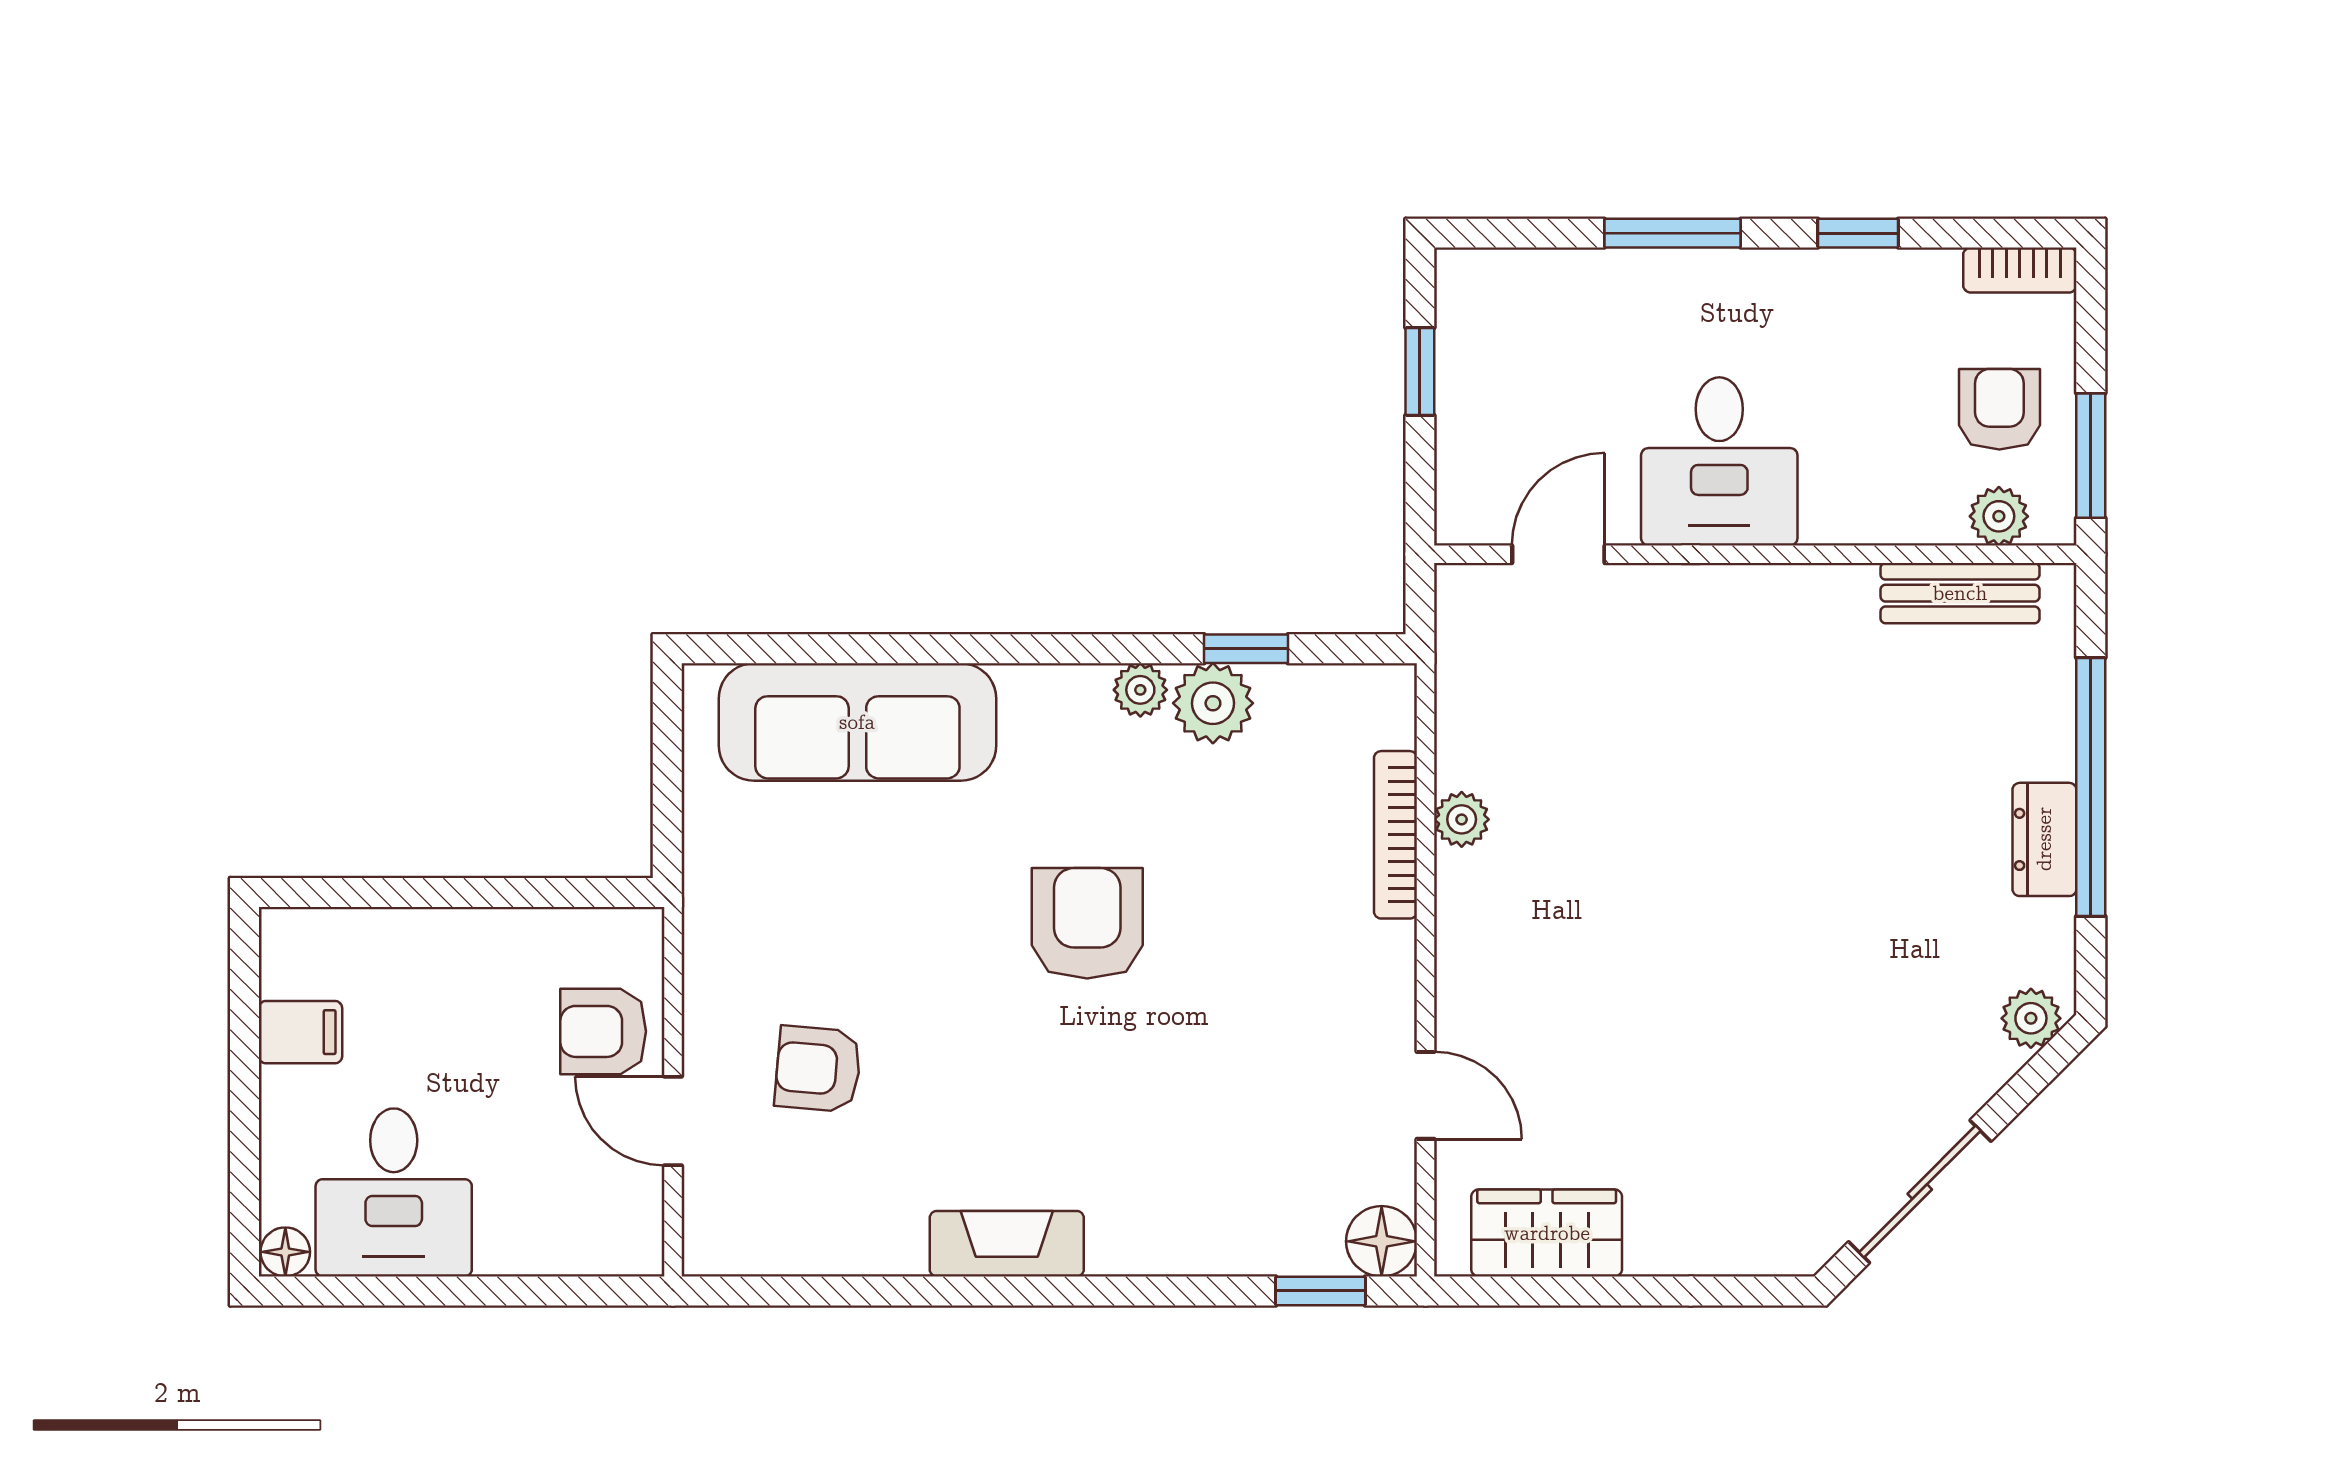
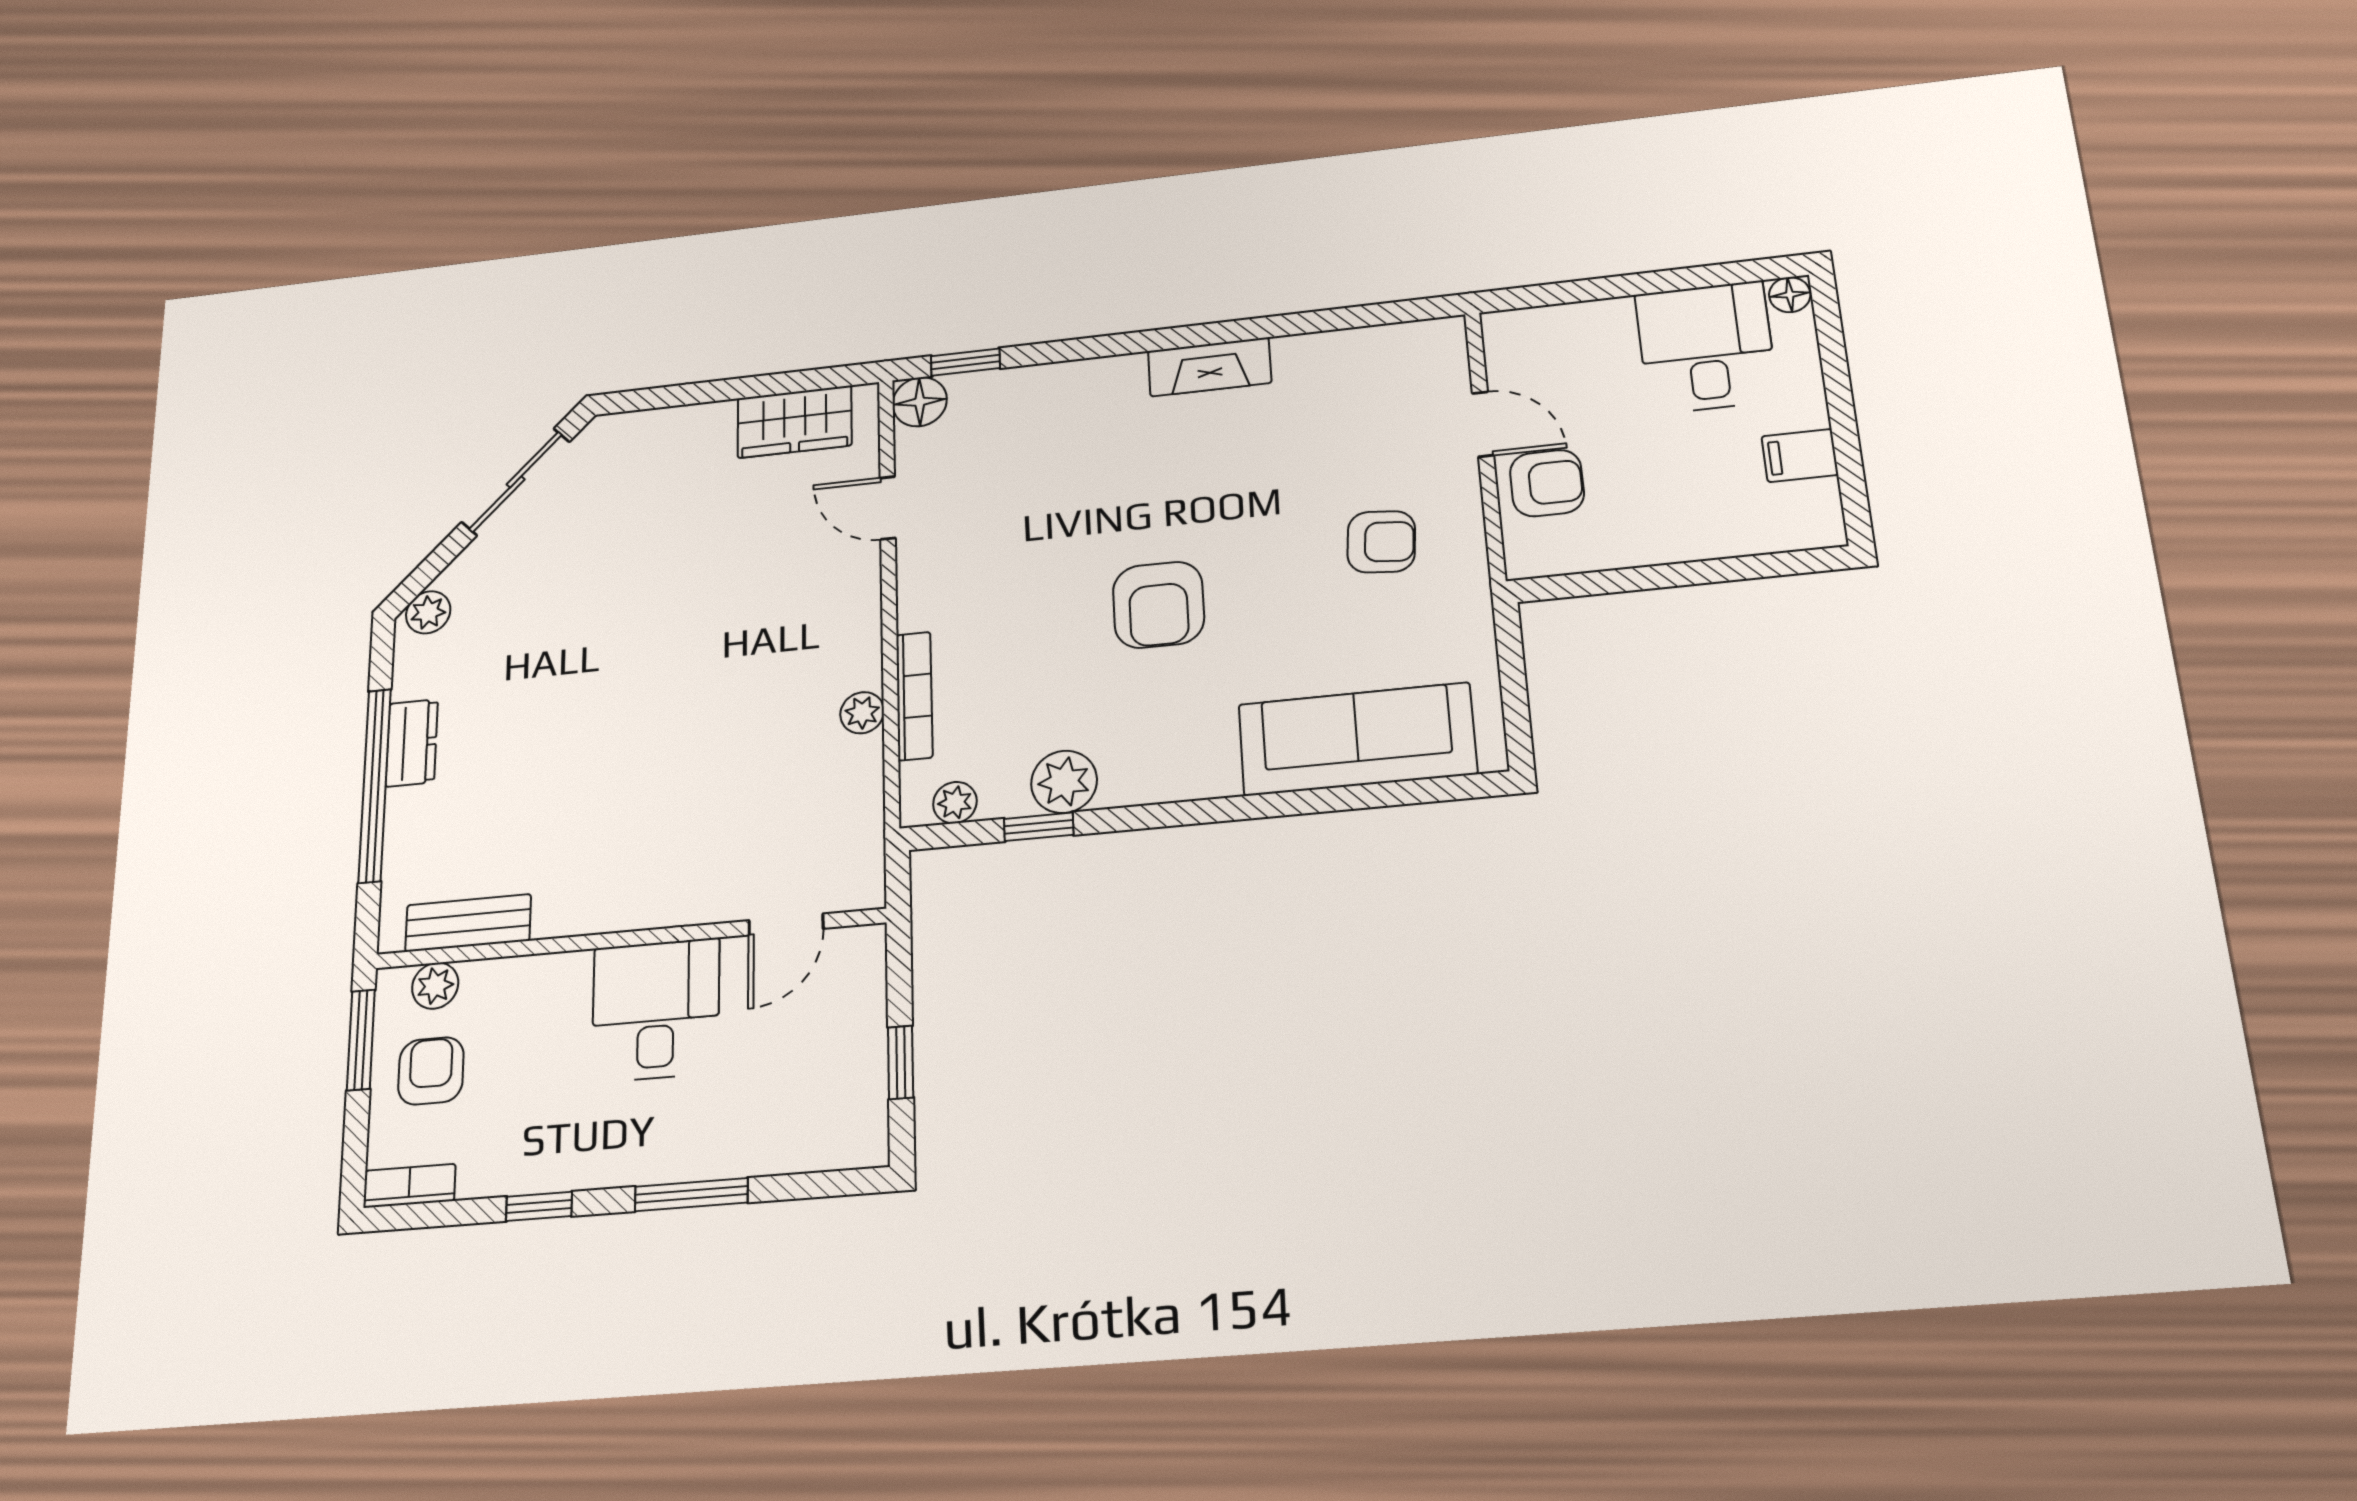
armchair: (1999, 409) -> (431, 1071), turned 180
plant: (1140, 690) -> (955, 803), moved
armchair: (818, 1069) -> (1381, 542), moved

